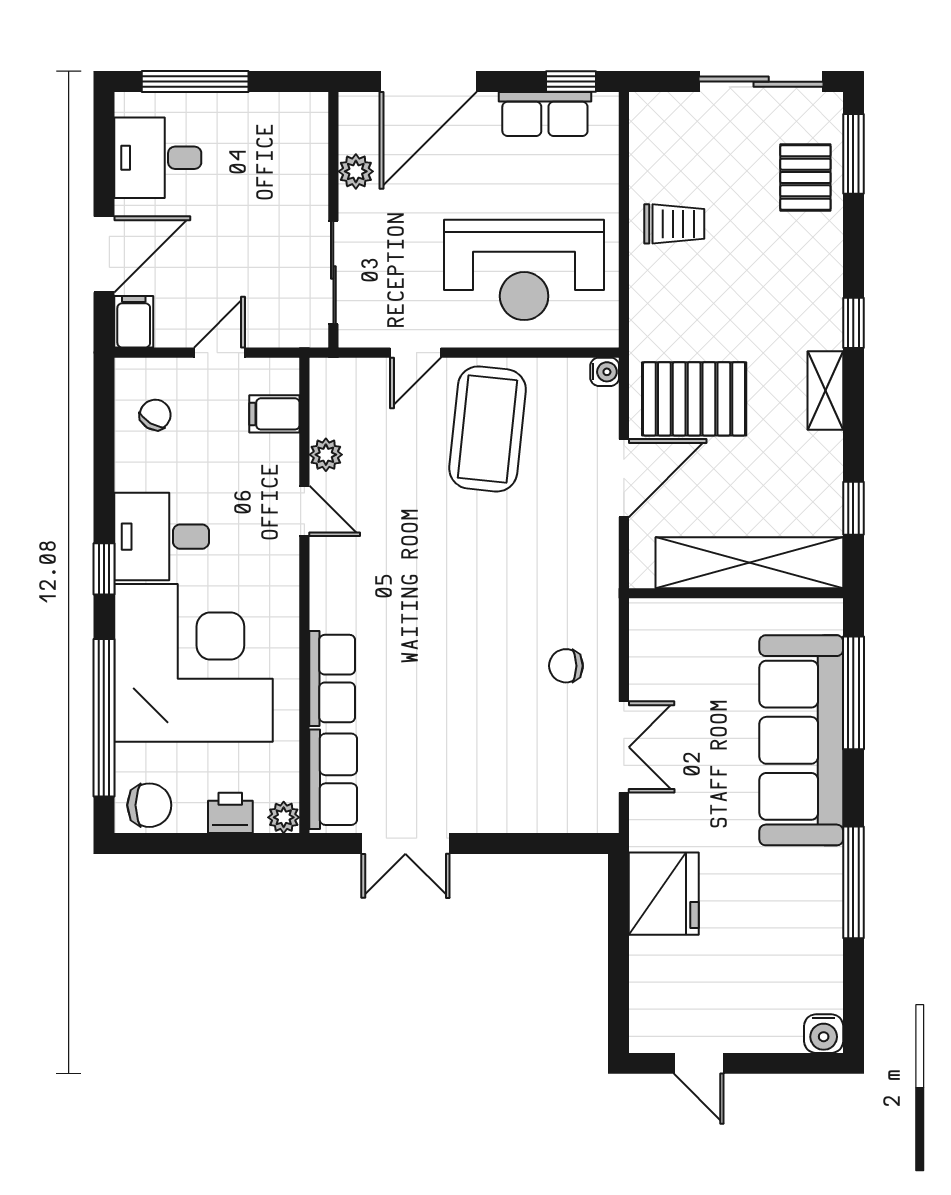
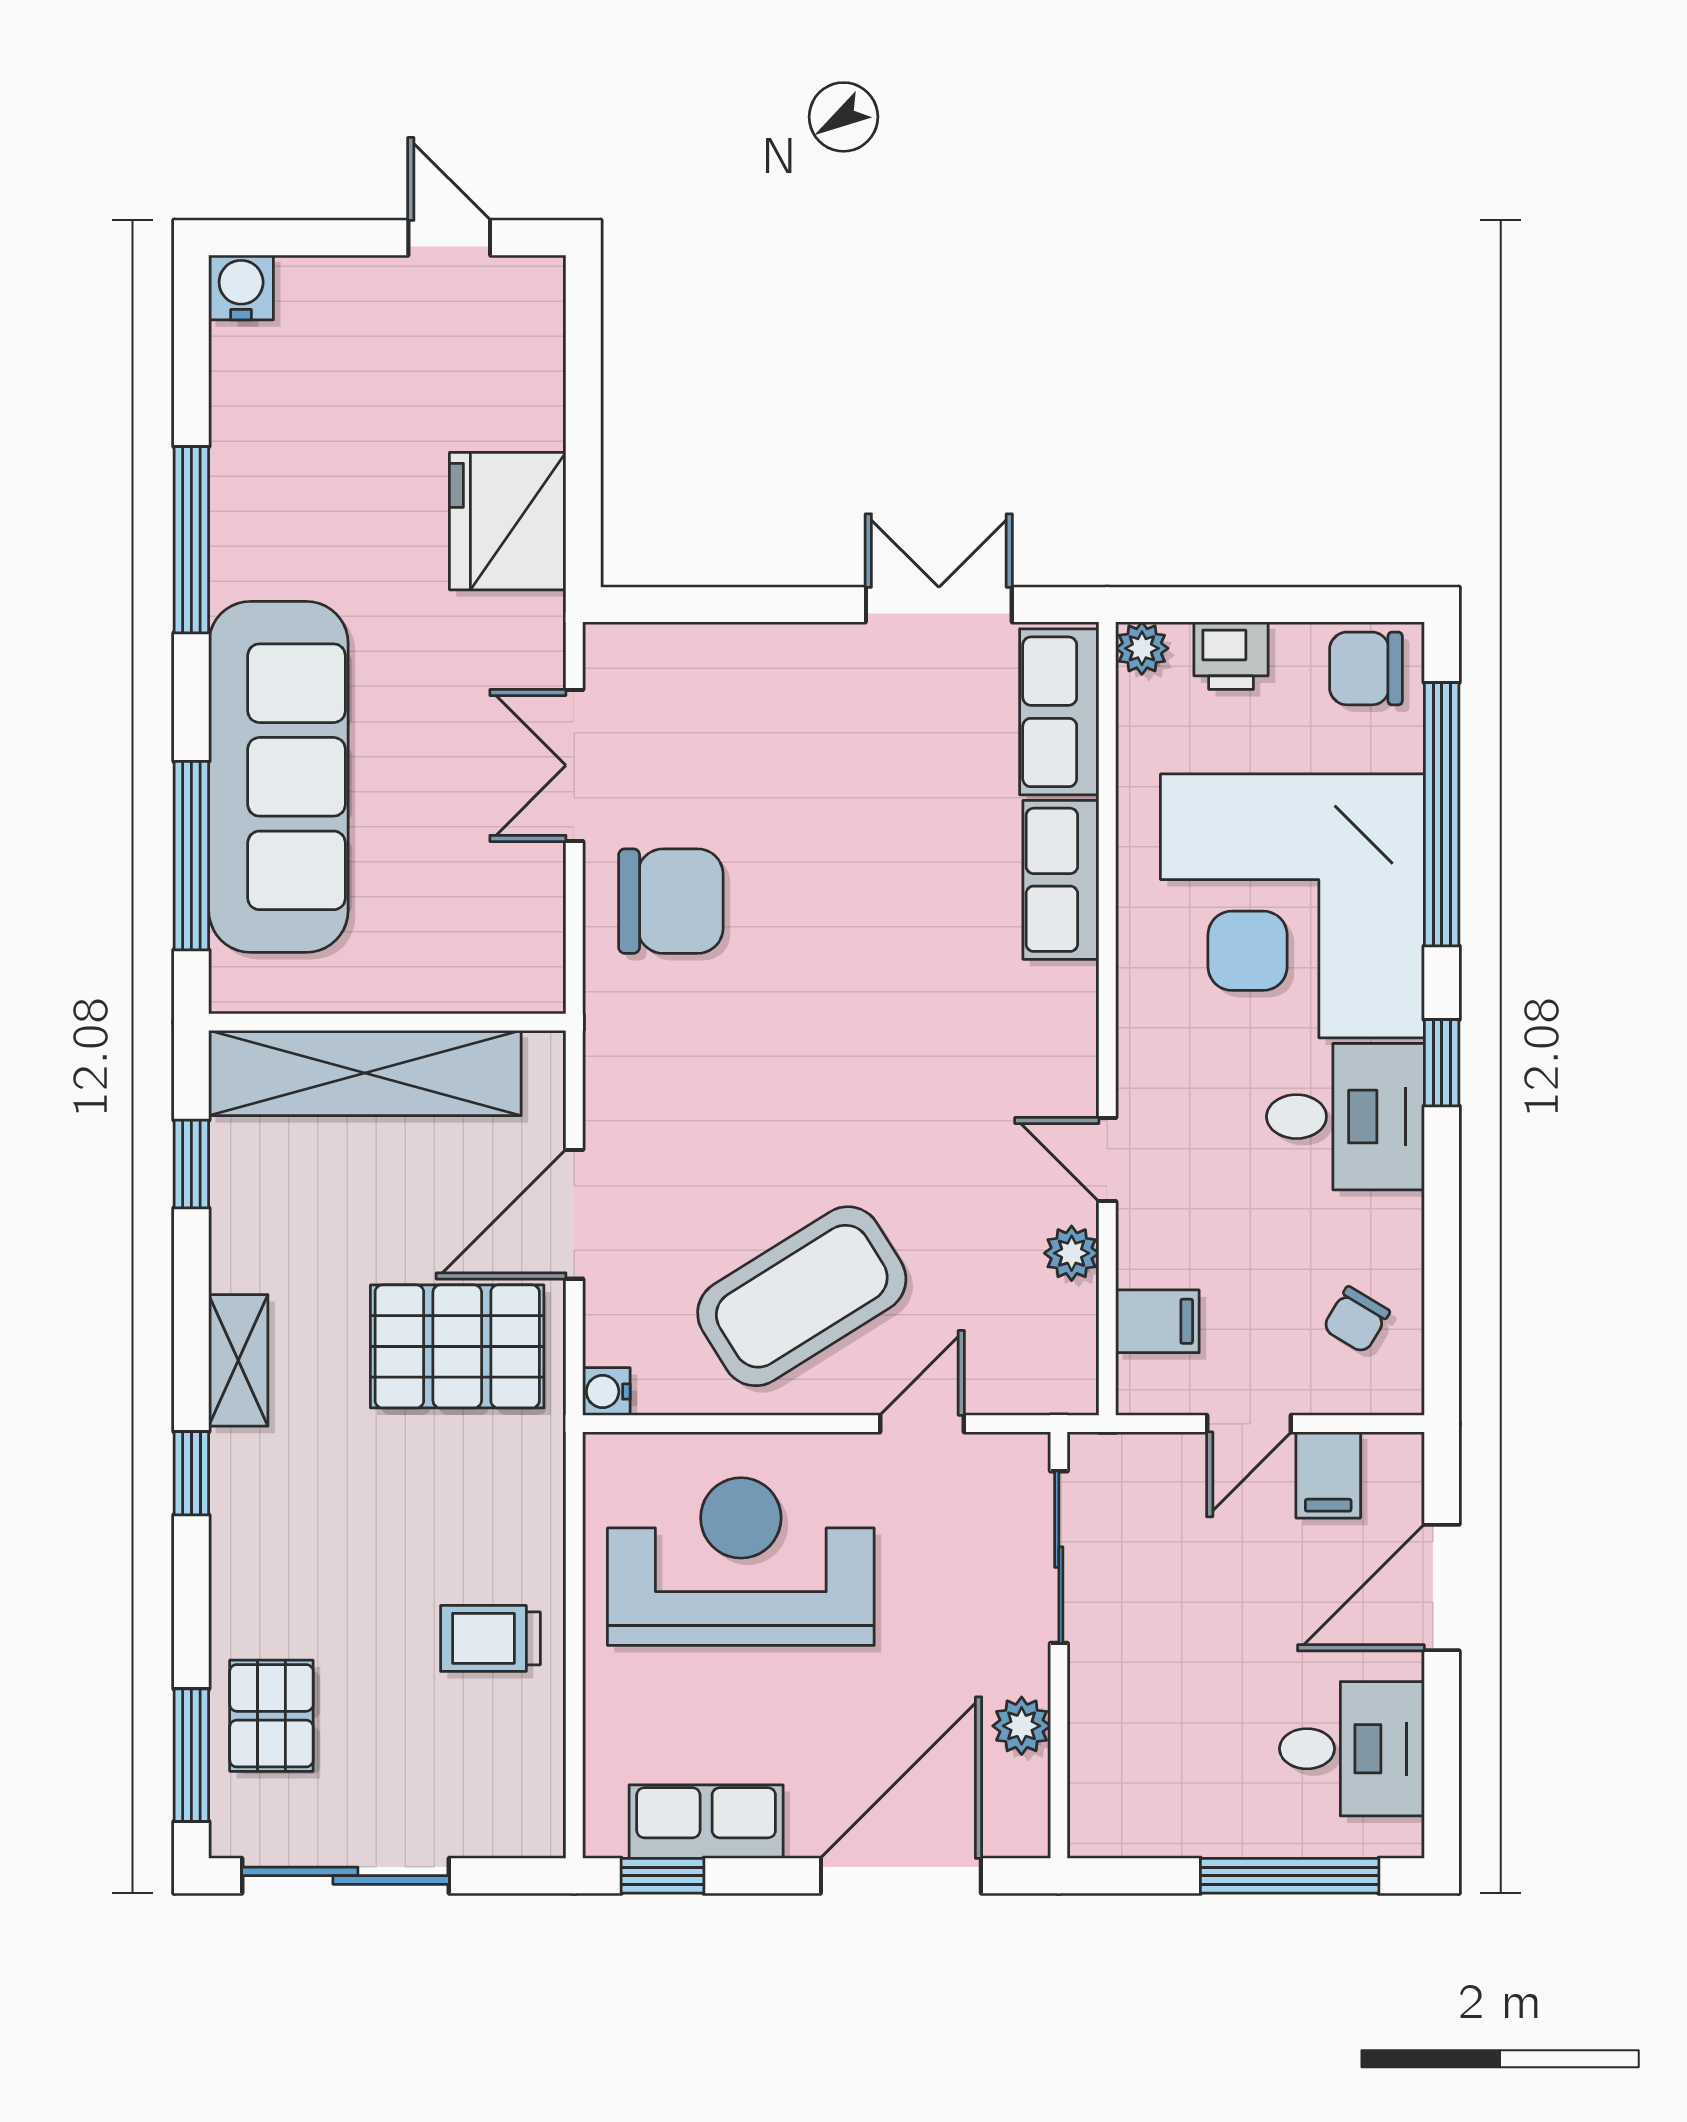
filing cabinet: (134, 322) -> (1328, 1475), moved
coffee table: (488, 429) -> (802, 1296), turned 52
chair: (566, 666) -> (671, 901), width x1.87, depth x1.87

